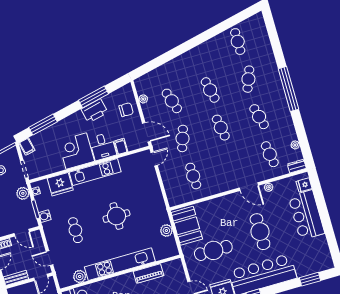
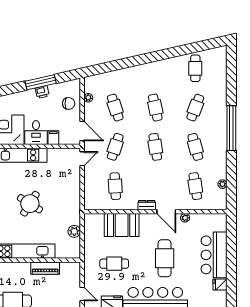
printer: (94, 111) -> (42, 92), width x0.53, depth x0.68
dresser: (297, 166) -> (147, 205), moved
fridge: (304, 185) -> (220, 285), moved
round table: (116, 216) -> (30, 204), turned 32
booth: (187, 226) -> (122, 225), moved, turned 90
cafe table: (213, 250) -> (114, 264), width x0.73, depth x0.74

